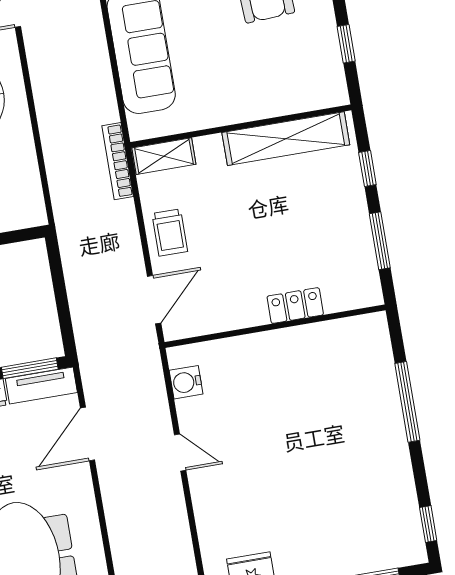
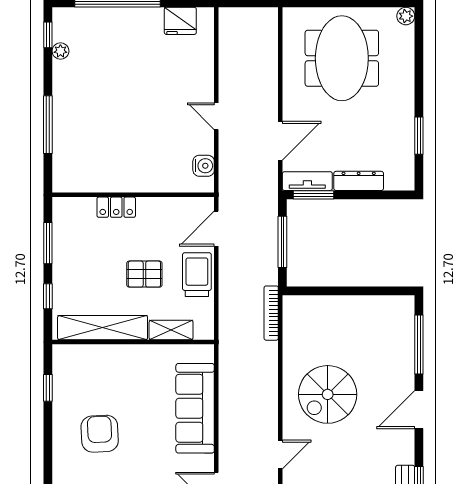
shelving: (164, 156) -> (171, 330), moved
bookcase: (118, 161) -> (271, 313), moved, turned 180
pallet: (241, 221) -> (144, 274), added
trolley: (170, 233) -> (197, 275), width x1.36, depth x1.39
window: (61, 297) -> (282, 242), added
plant: (407, 505) -> (60, 51), added

